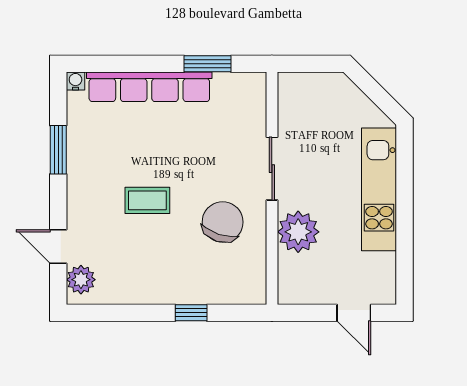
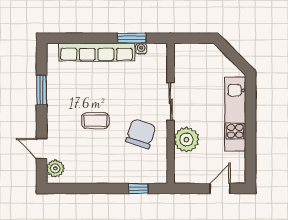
water cooler: (75, 81) -> (141, 49), moved
window: (191, 313) -> (138, 188), moved
door: (354, 313) -> (220, 188), swing flipped

